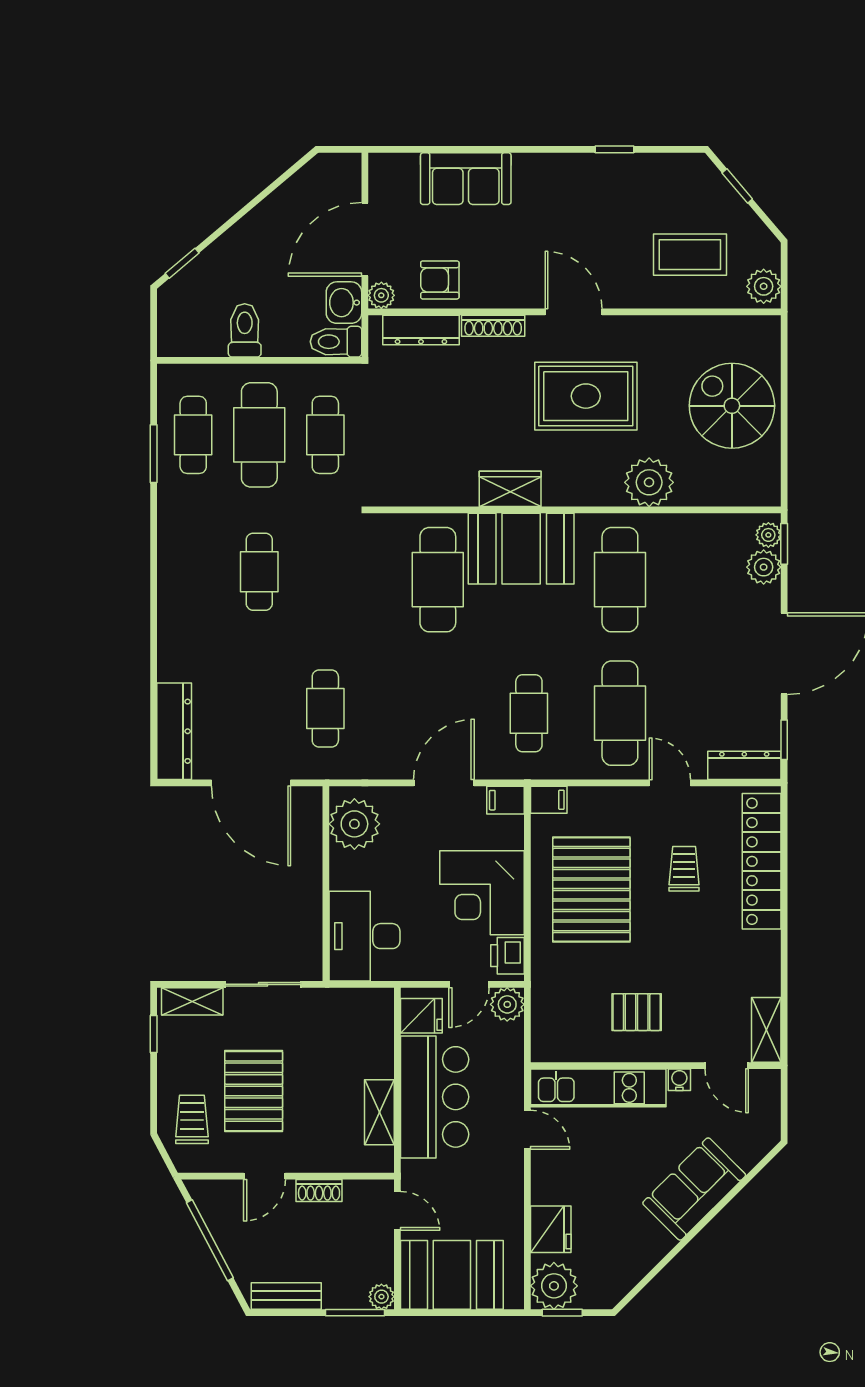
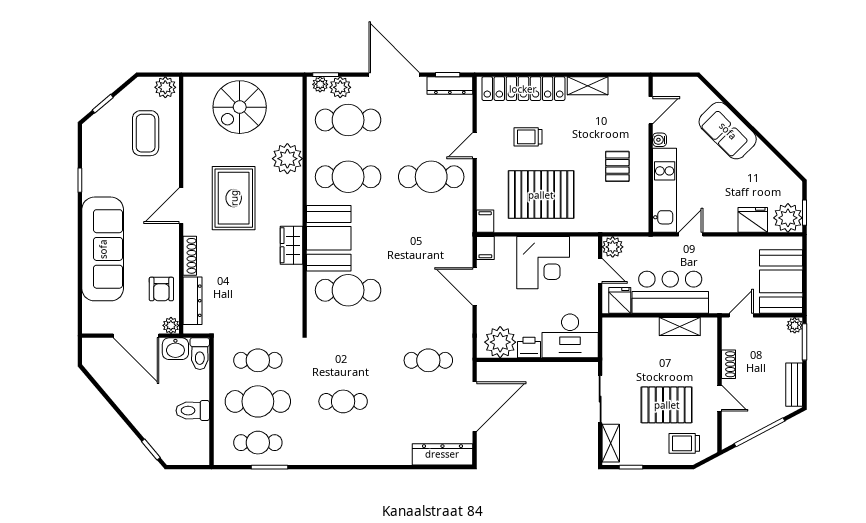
sofa: (466, 179) -> (103, 249), width x1.85, depth x1.27
cafe table: (529, 713) -> (348, 120), moved, width x1.37, depth x1.35
dresser: (744, 765) -> (450, 86), moved, turned -90
printer: (507, 956) -> (529, 348), moved, turned 180
shelving: (766, 1030) -> (588, 86), moved

